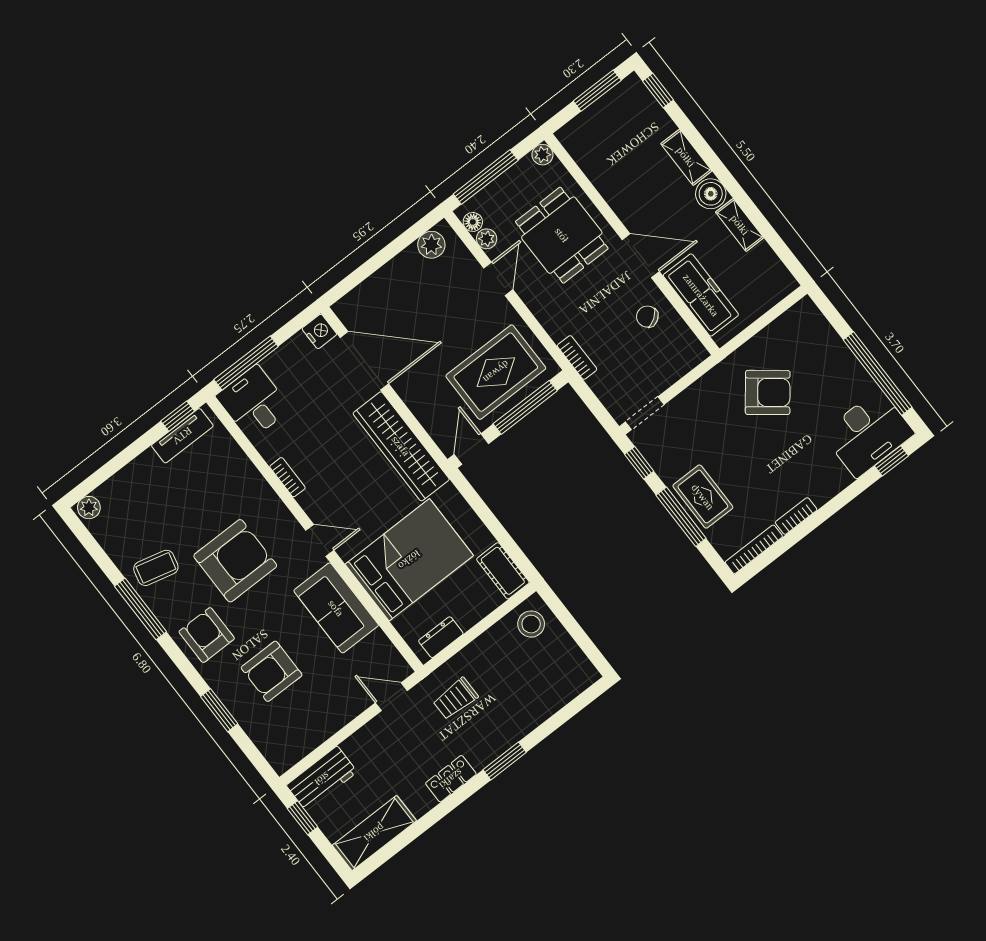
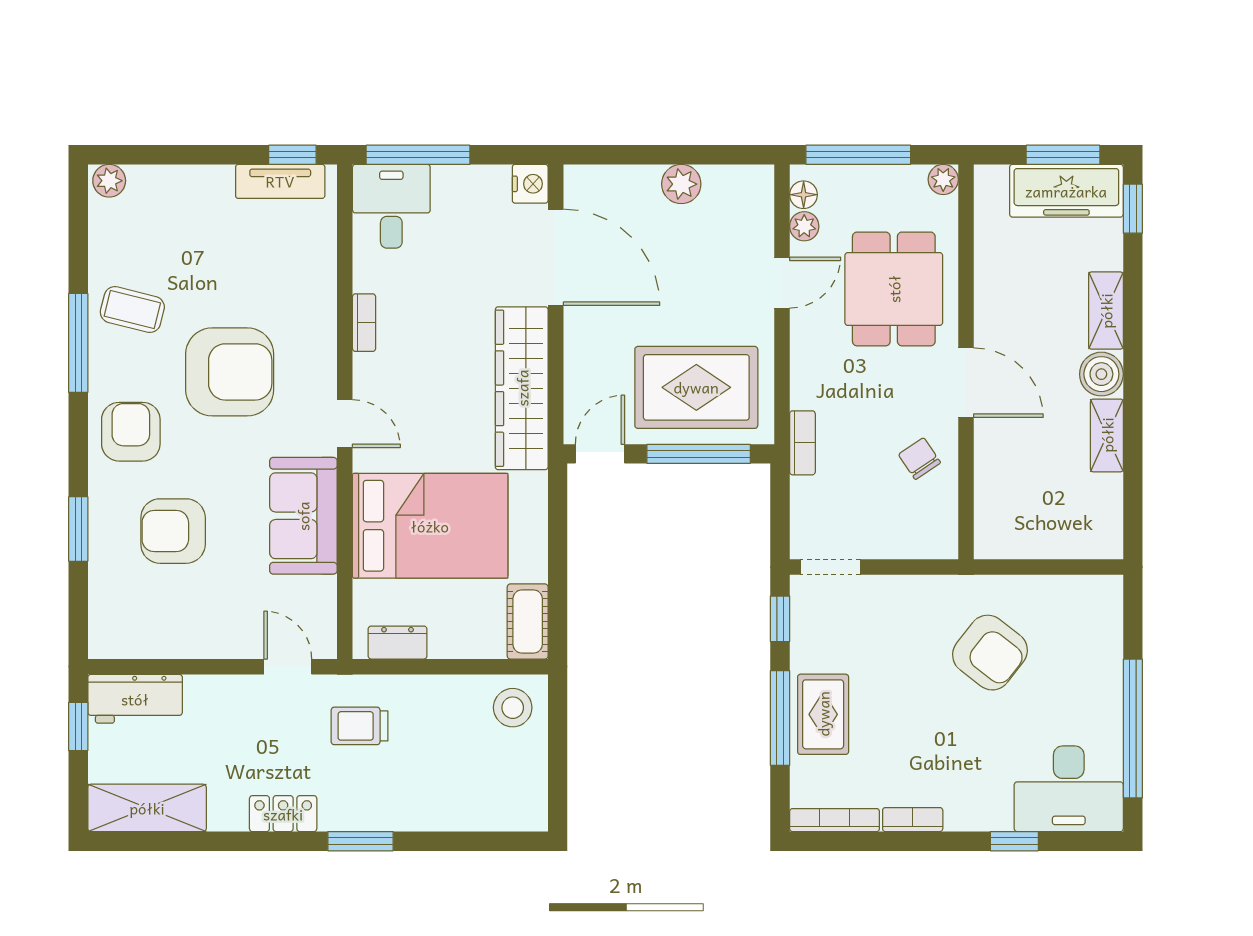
plant: (431, 245) -> (681, 184), moved
freezer: (701, 295) -> (1066, 191), moved, turned 90
window: (892, 461) -> (1014, 841), moved

